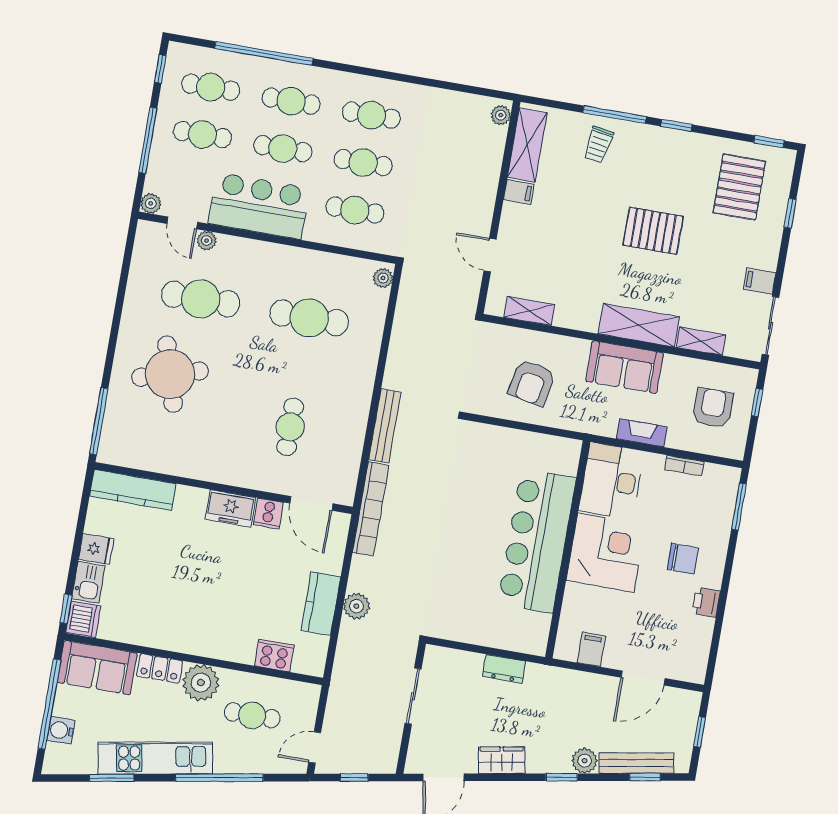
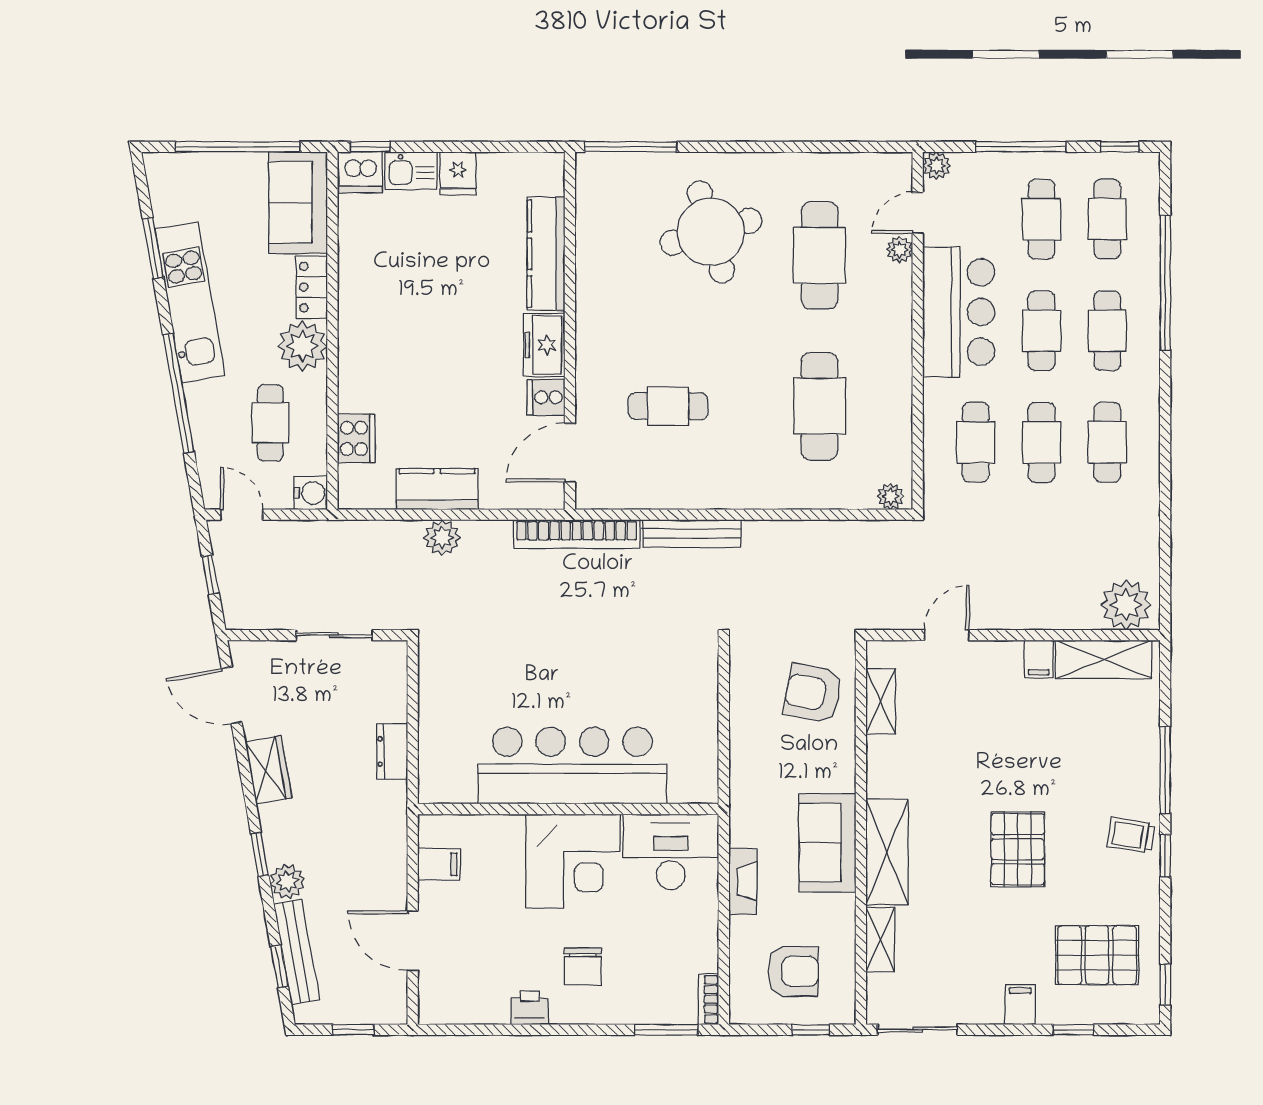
plant: (501, 115) -> (1126, 605), width x1.88, depth x1.88
trolley: (598, 145) -> (1131, 835), moved
filing cabinet: (760, 281) -> (1020, 1005), moved
armchair: (532, 383) -> (813, 693), moved
bookcase: (684, 466) -> (709, 999), moved
kitchen counter: (133, 490) -> (546, 254), moved
water cooler: (61, 730) -> (311, 493), moved, turned 90

